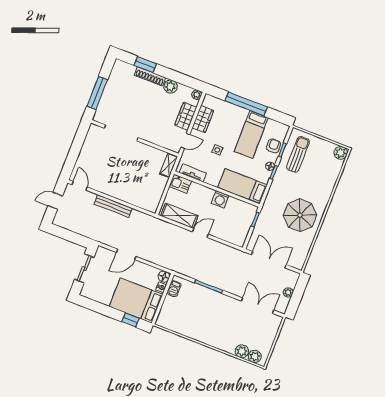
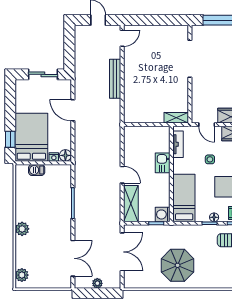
kitchen sink: (180, 184) -> (163, 163), moved
washing machine: (220, 199) -> (163, 214), moved
shelving: (179, 216) -> (131, 204), moved
barbecue: (174, 289) -> (37, 170), moved
plant: (242, 351) -> (22, 229), moved

